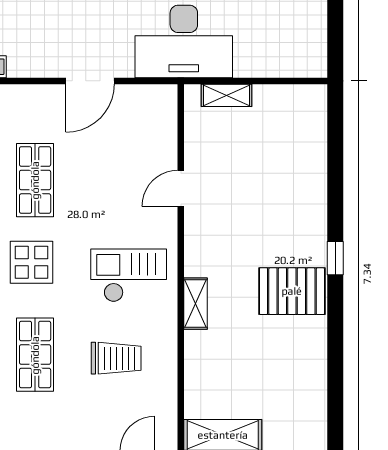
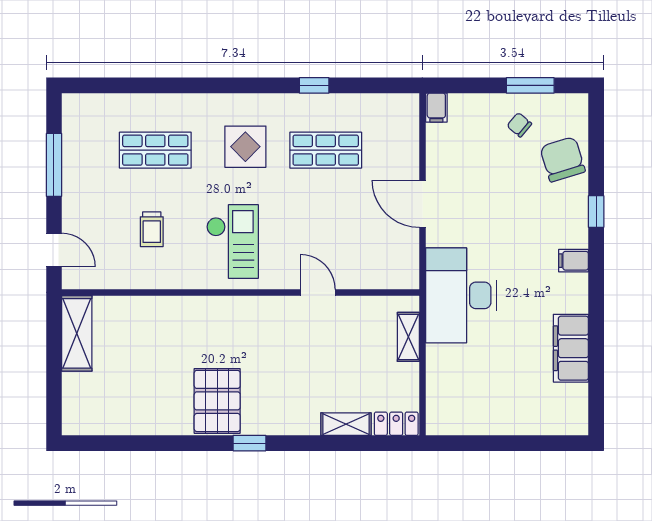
locker: (315, 108) -> (396, 424), added
shelving: (196, 304) -> (346, 424), moved
trolley: (116, 358) -> (152, 229), width x0.73, depth x0.72

